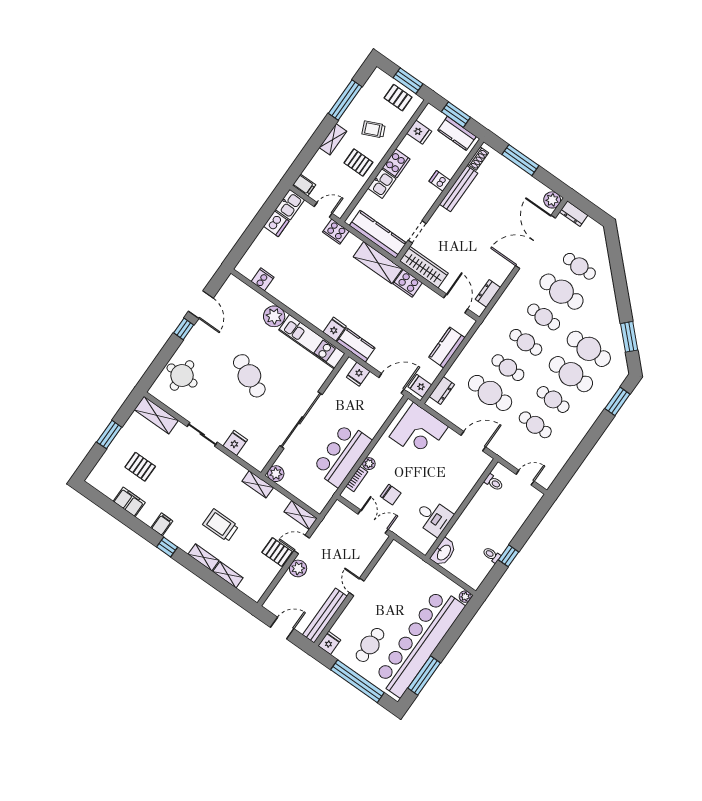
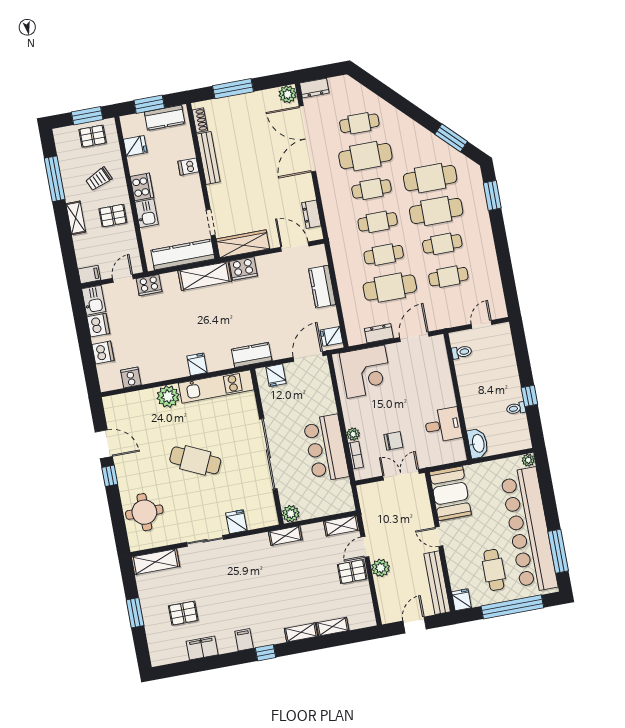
dishwasher: (261, 245) -> (103, 352), added
fridge: (335, 329) -> (197, 364), moved
dresser: (442, 391) -> (379, 333), moved, turned -90
trolley: (221, 525) -> (289, 595), removed
booth: (393, 567) -> (450, 493), added

